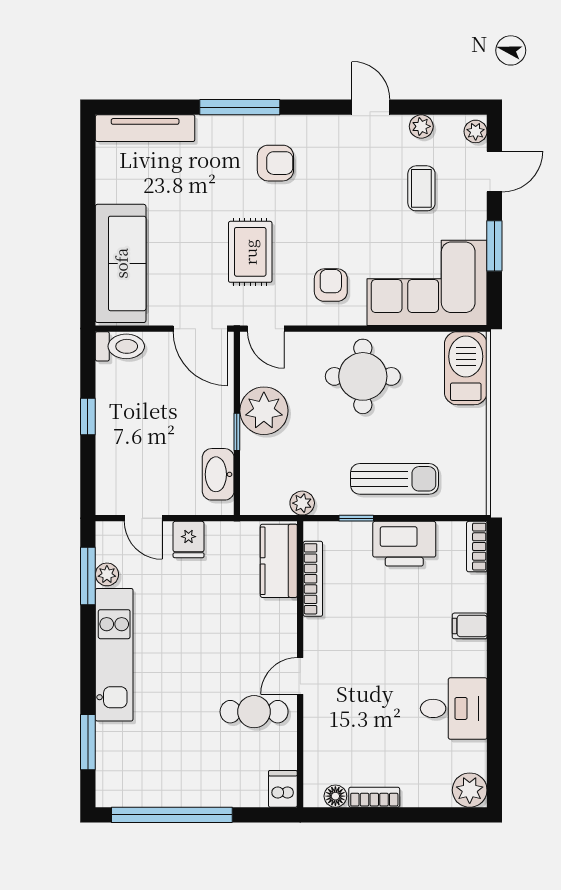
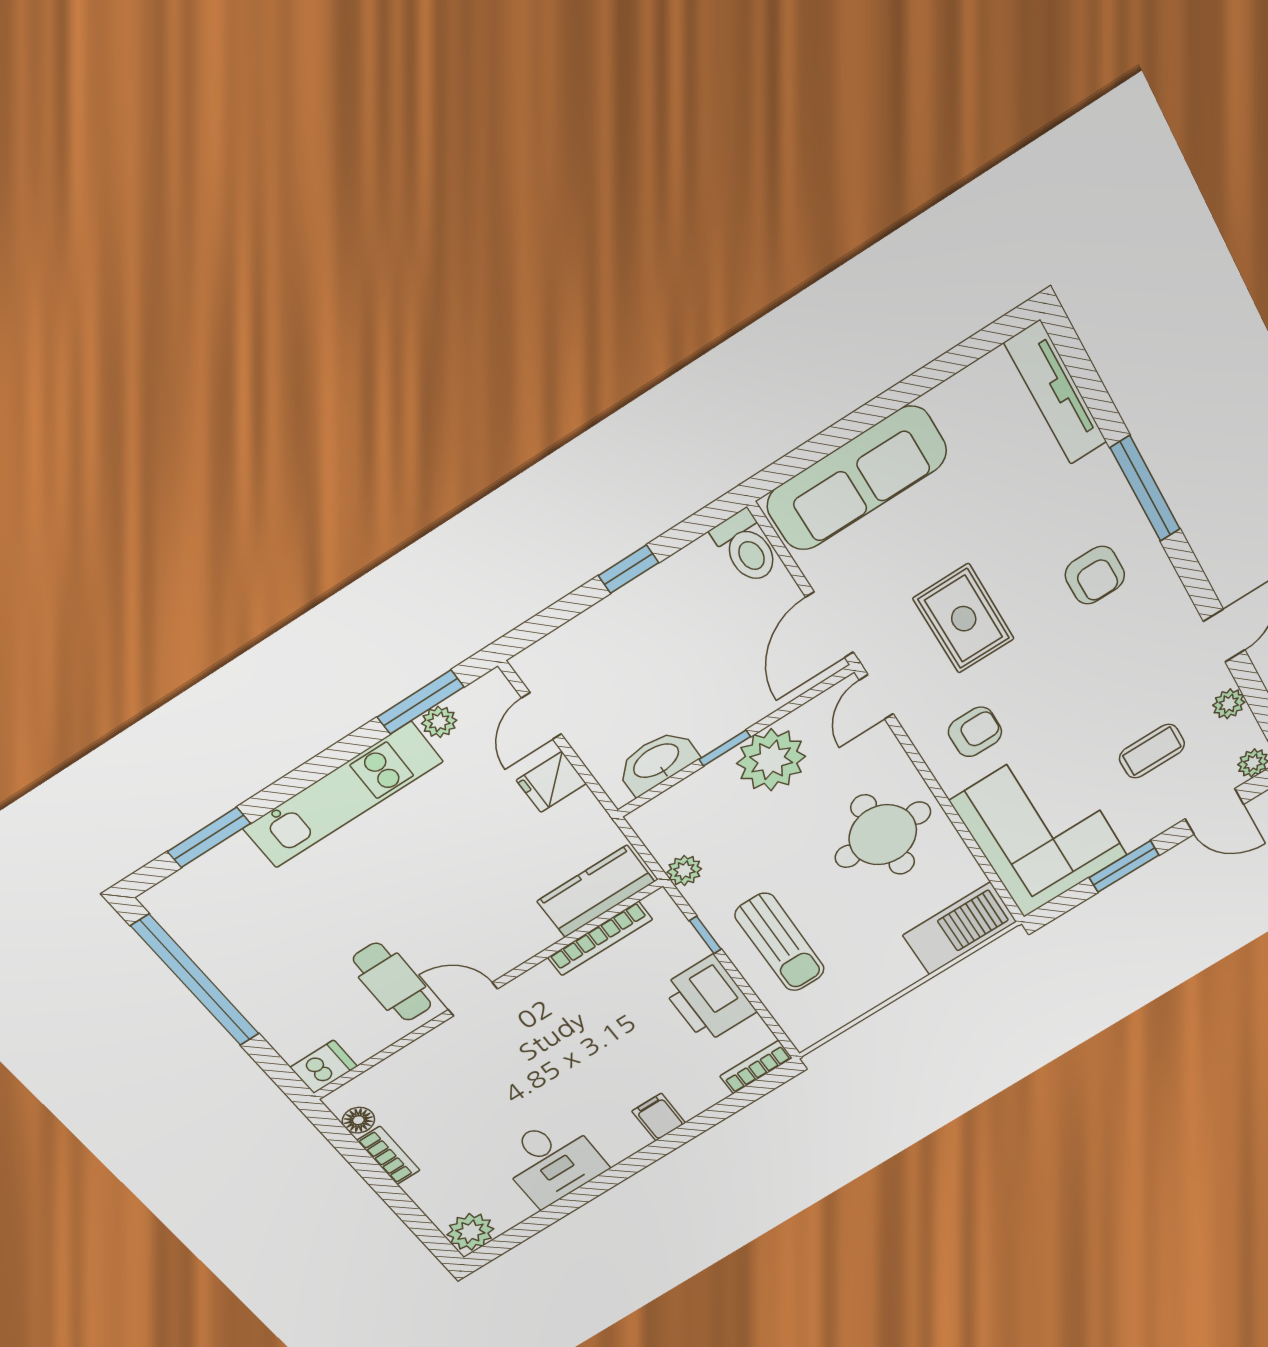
rug: (250, 252) -> (964, 619), turned 90

